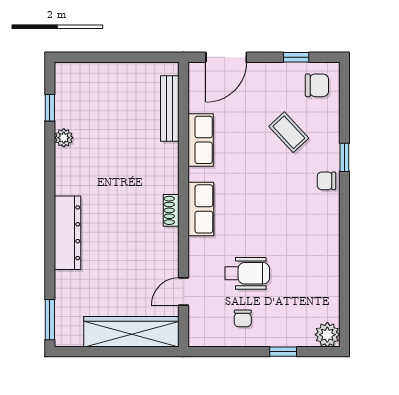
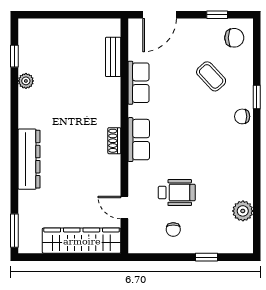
bench: (170, 109) -> (113, 57), width x0.73
door: (183, 291) -> (124, 207), hinge flipped
plant: (327, 335) -> (243, 211), moved

